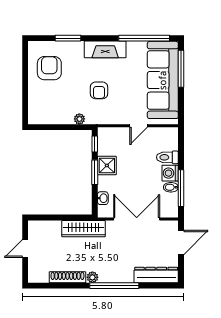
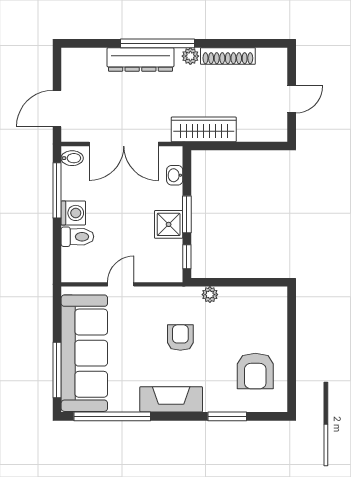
bidet: (171, 187) -> (72, 158), moved
dresser: (156, 275) -> (140, 59), moved

